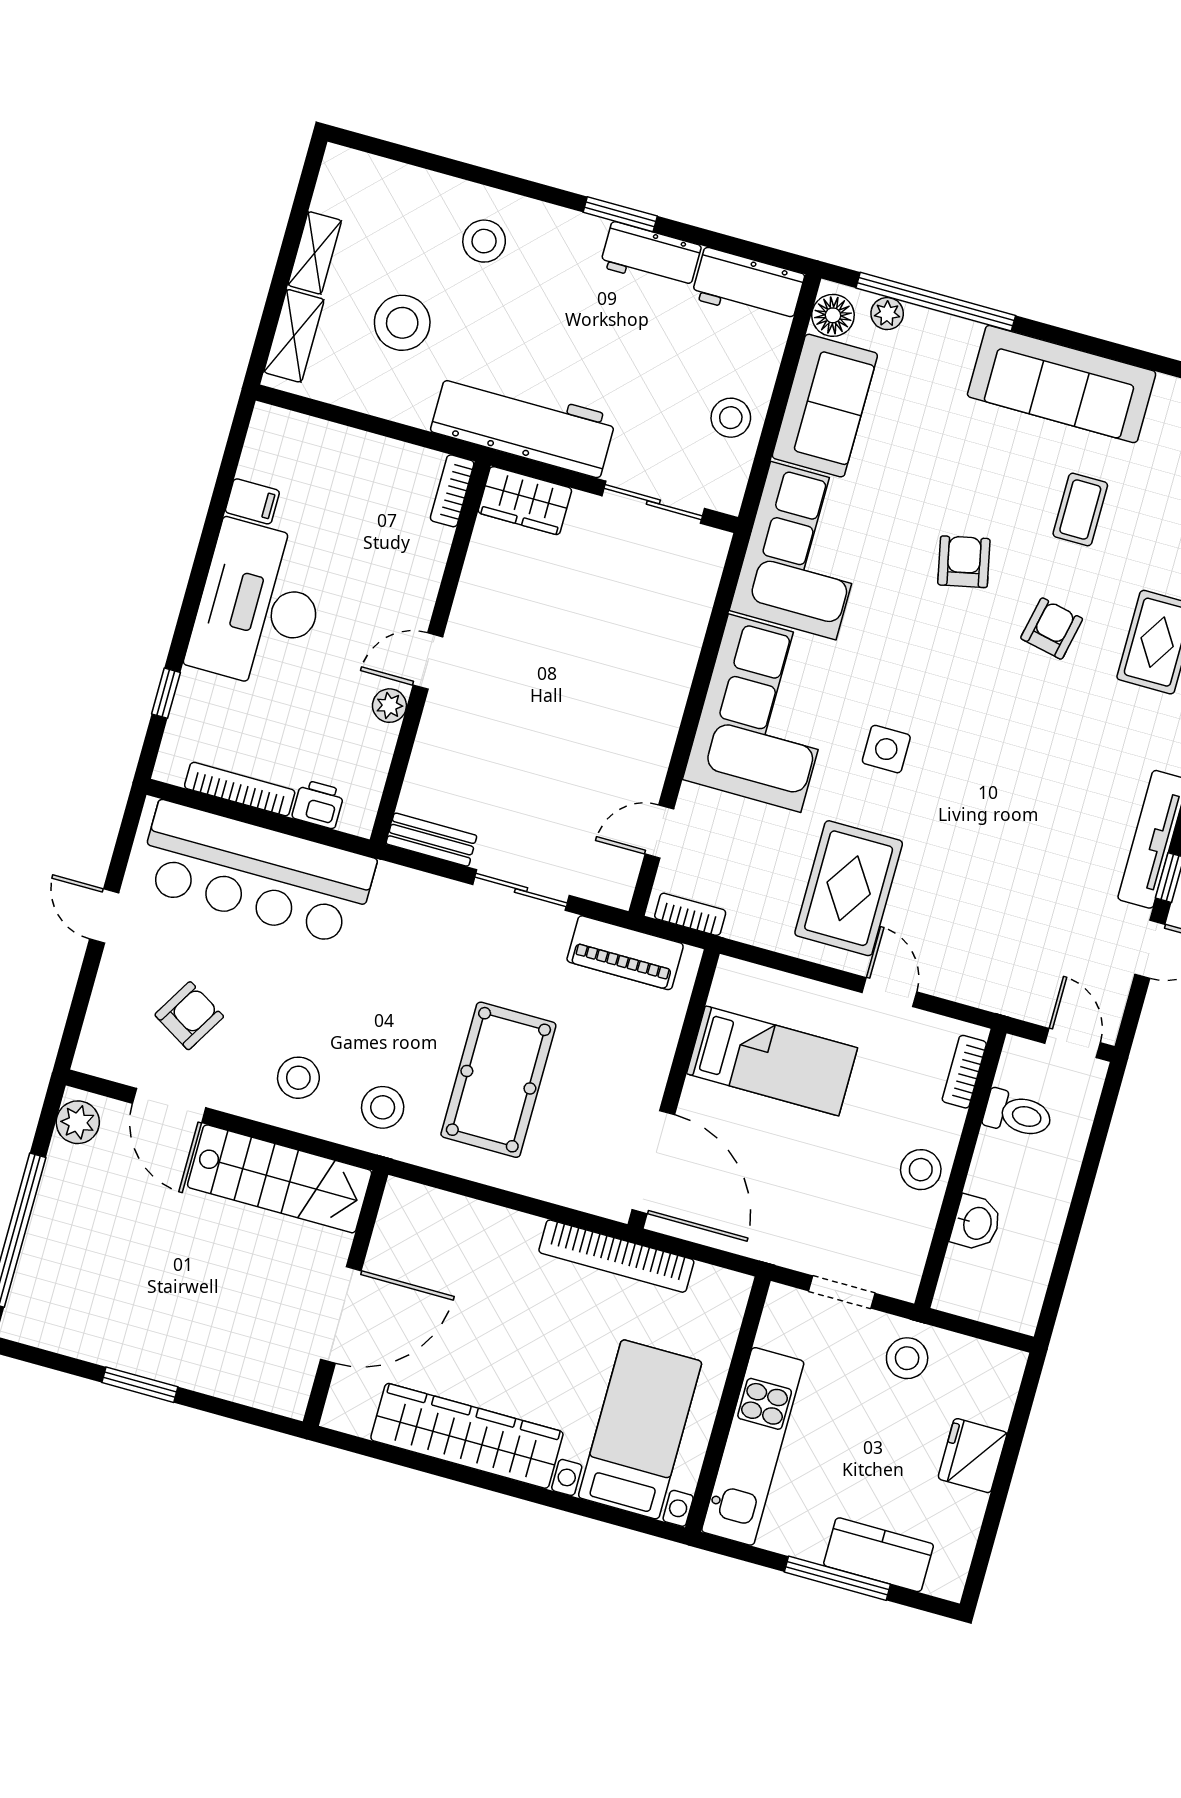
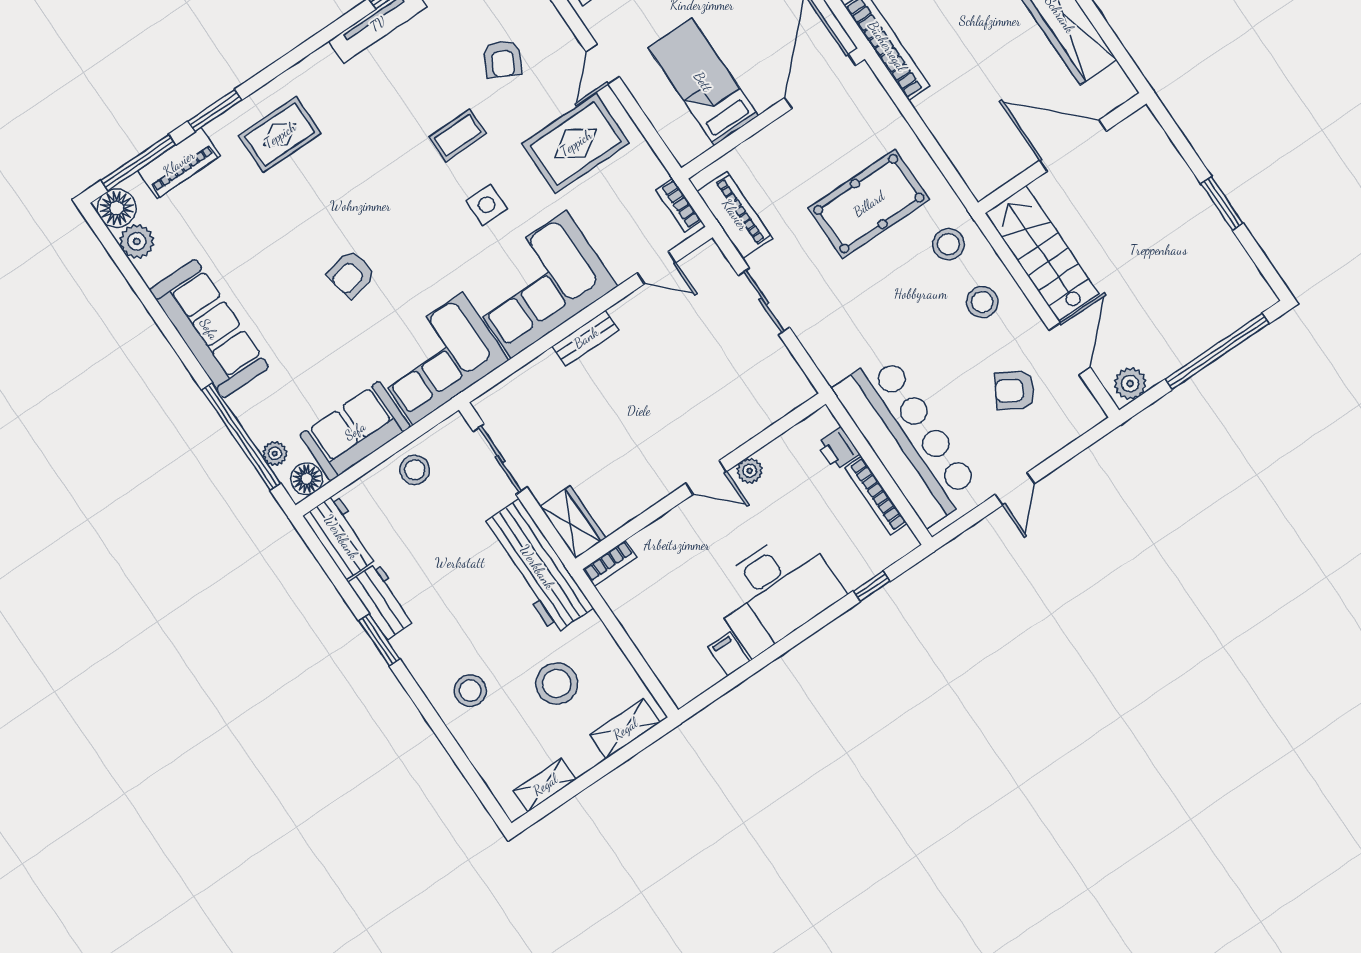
shelving: (315, 253) -> (545, 785), moved
coffee table: (1080, 509) -> (458, 135), moved
armchair: (1052, 629) -> (503, 59), moved, turned -74
bench: (431, 840) -> (586, 338), moved, turned 90

